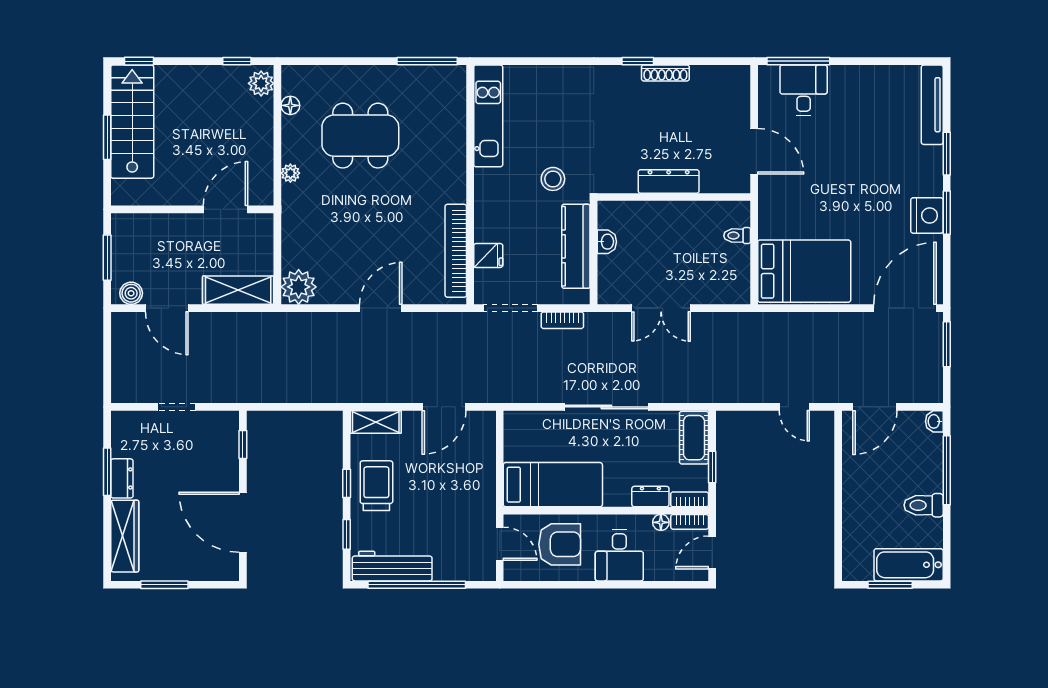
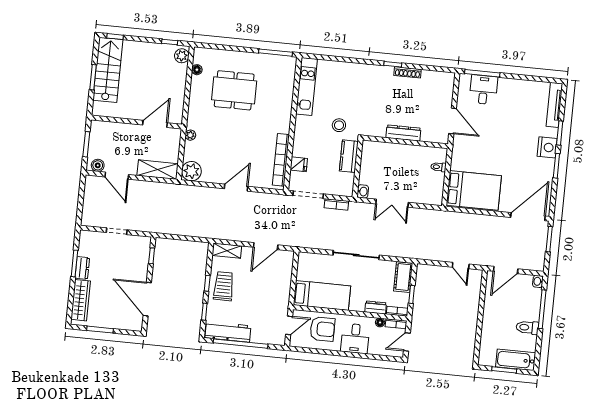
plant: (290, 173) -> (190, 135), moved
nightstand: (927, 215) -> (547, 147), moved
washbasin: (607, 242) -> (363, 191), moved
kitchen counter: (576, 246) -> (349, 156), width x0.67
door: (500, 544) -> (289, 325), hinge flipped

